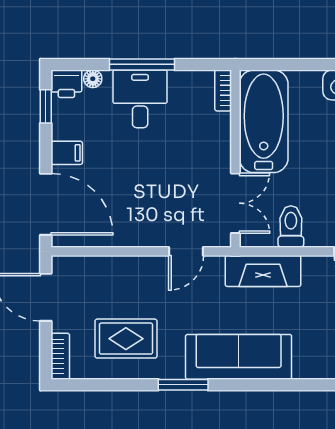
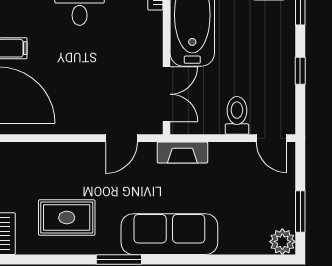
toilet: (291, 227) -> (237, 115), moved
fireplace: (263, 271) -> (182, 152), width x0.73, depth x0.76

